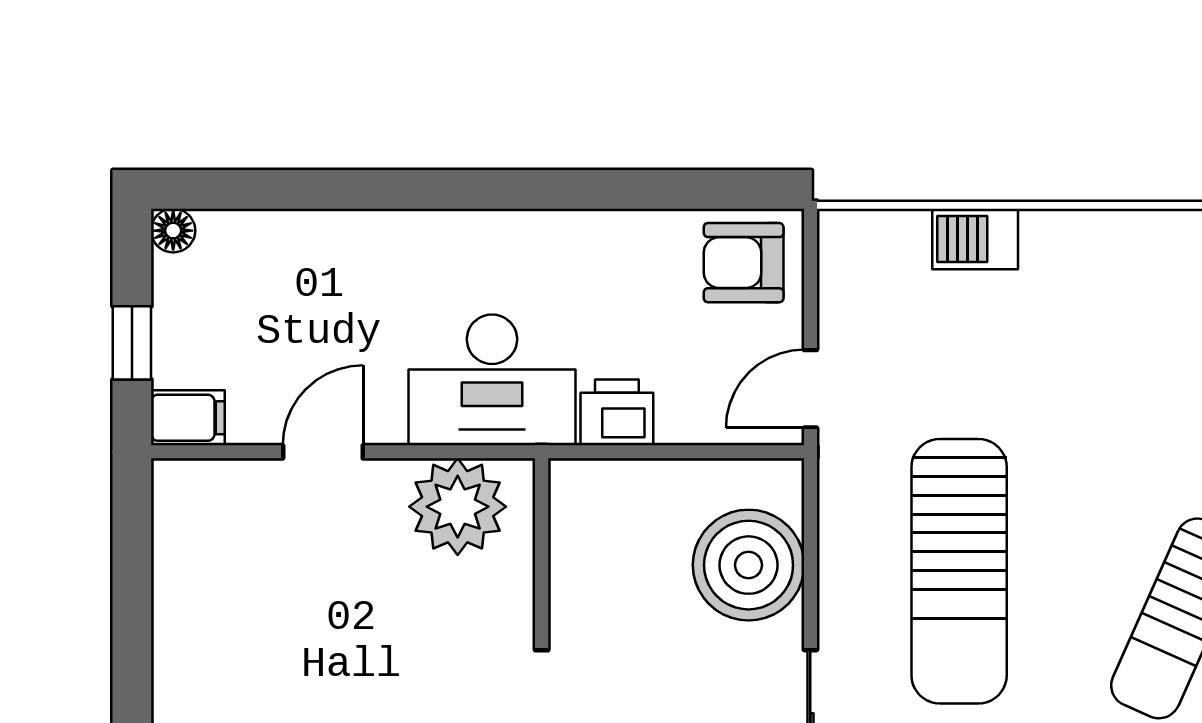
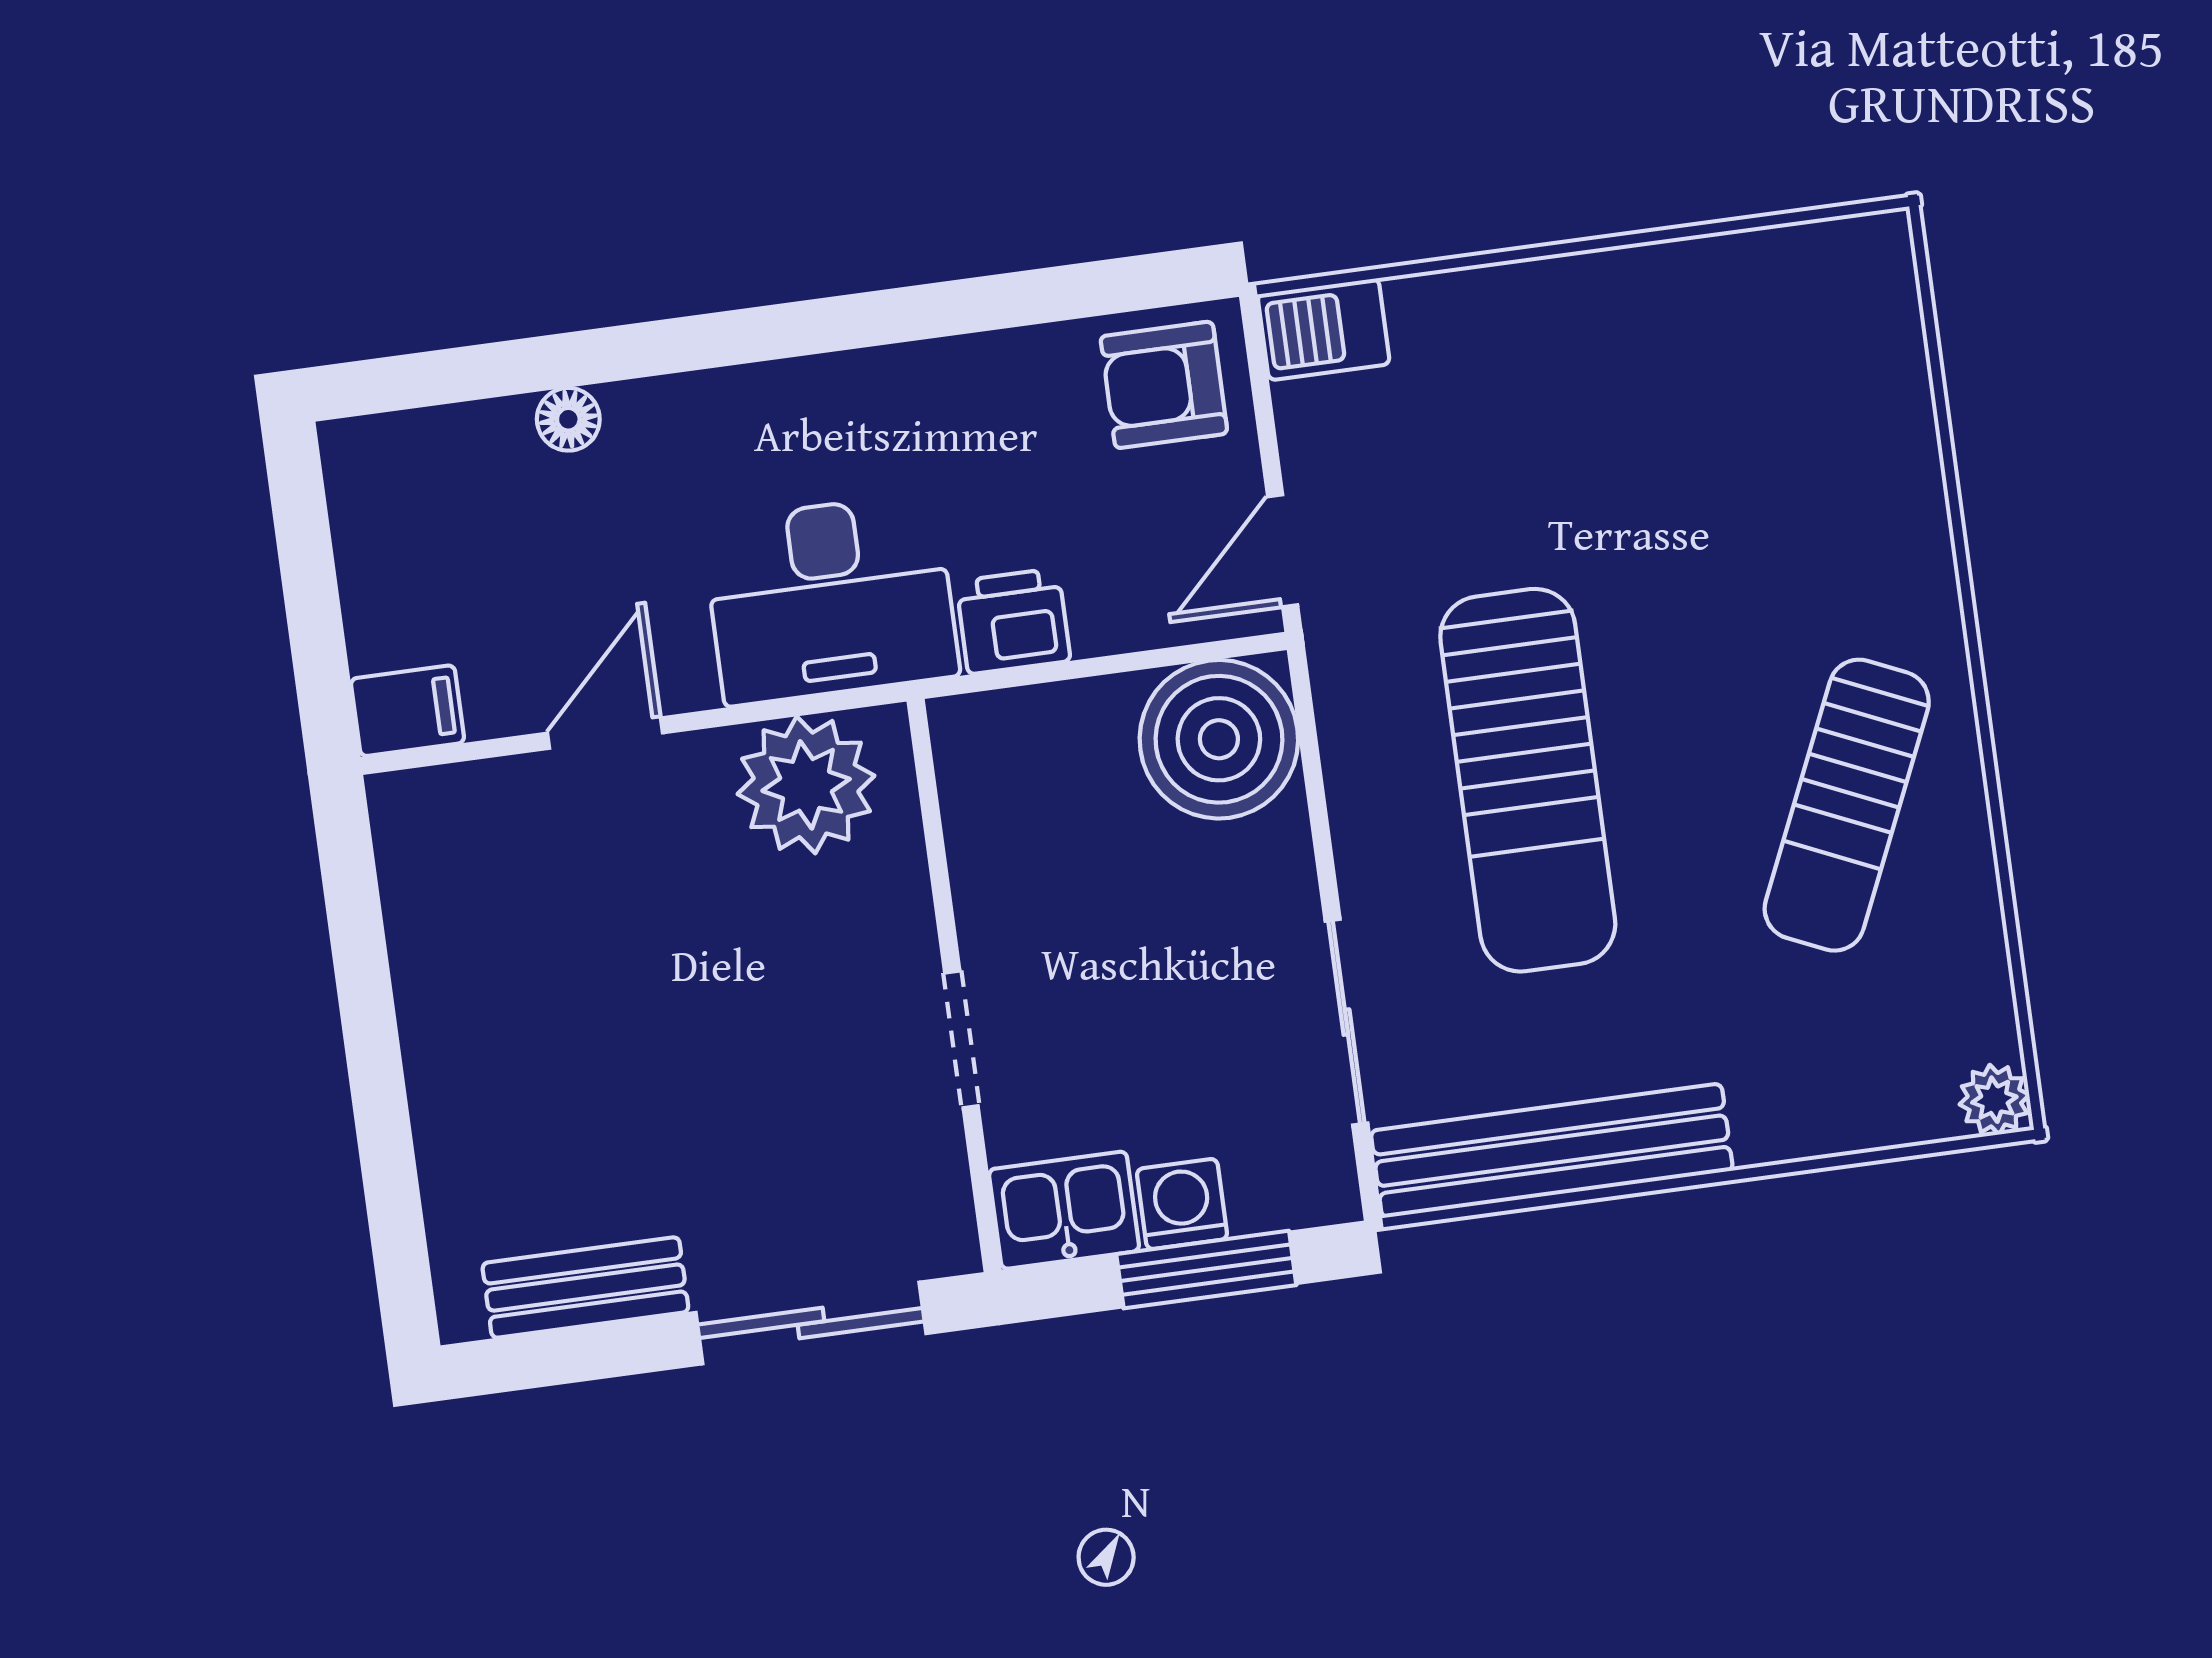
floor lamp: (173, 231) -> (568, 419), moved
barbecue: (975, 239) -> (1324, 329), moved
window: (132, 343) -> (314, 615), removed
boiler: (749, 565) -> (1219, 739), moved

